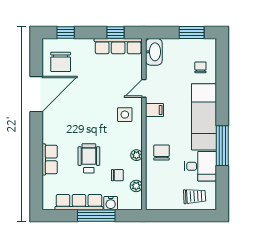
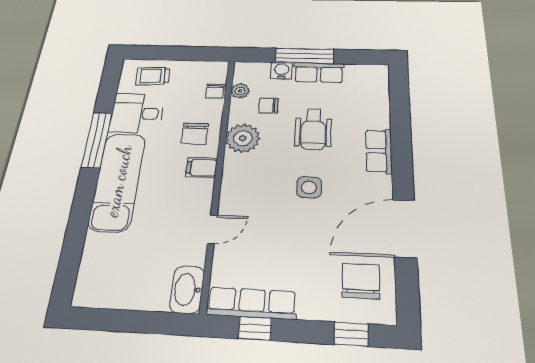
window: (192, 33) -> (113, 320), removed
chair: (200, 67) -> (215, 91), moved
filing cabinet: (154, 110) -> (202, 168), moved
side table: (125, 115) -> (309, 187), moved
plant: (136, 155) -> (243, 138), width x1.88, depth x1.88
row of seats: (50, 159) -> (379, 151), moved
row of seats: (79, 202) -> (319, 73), width x0.68

